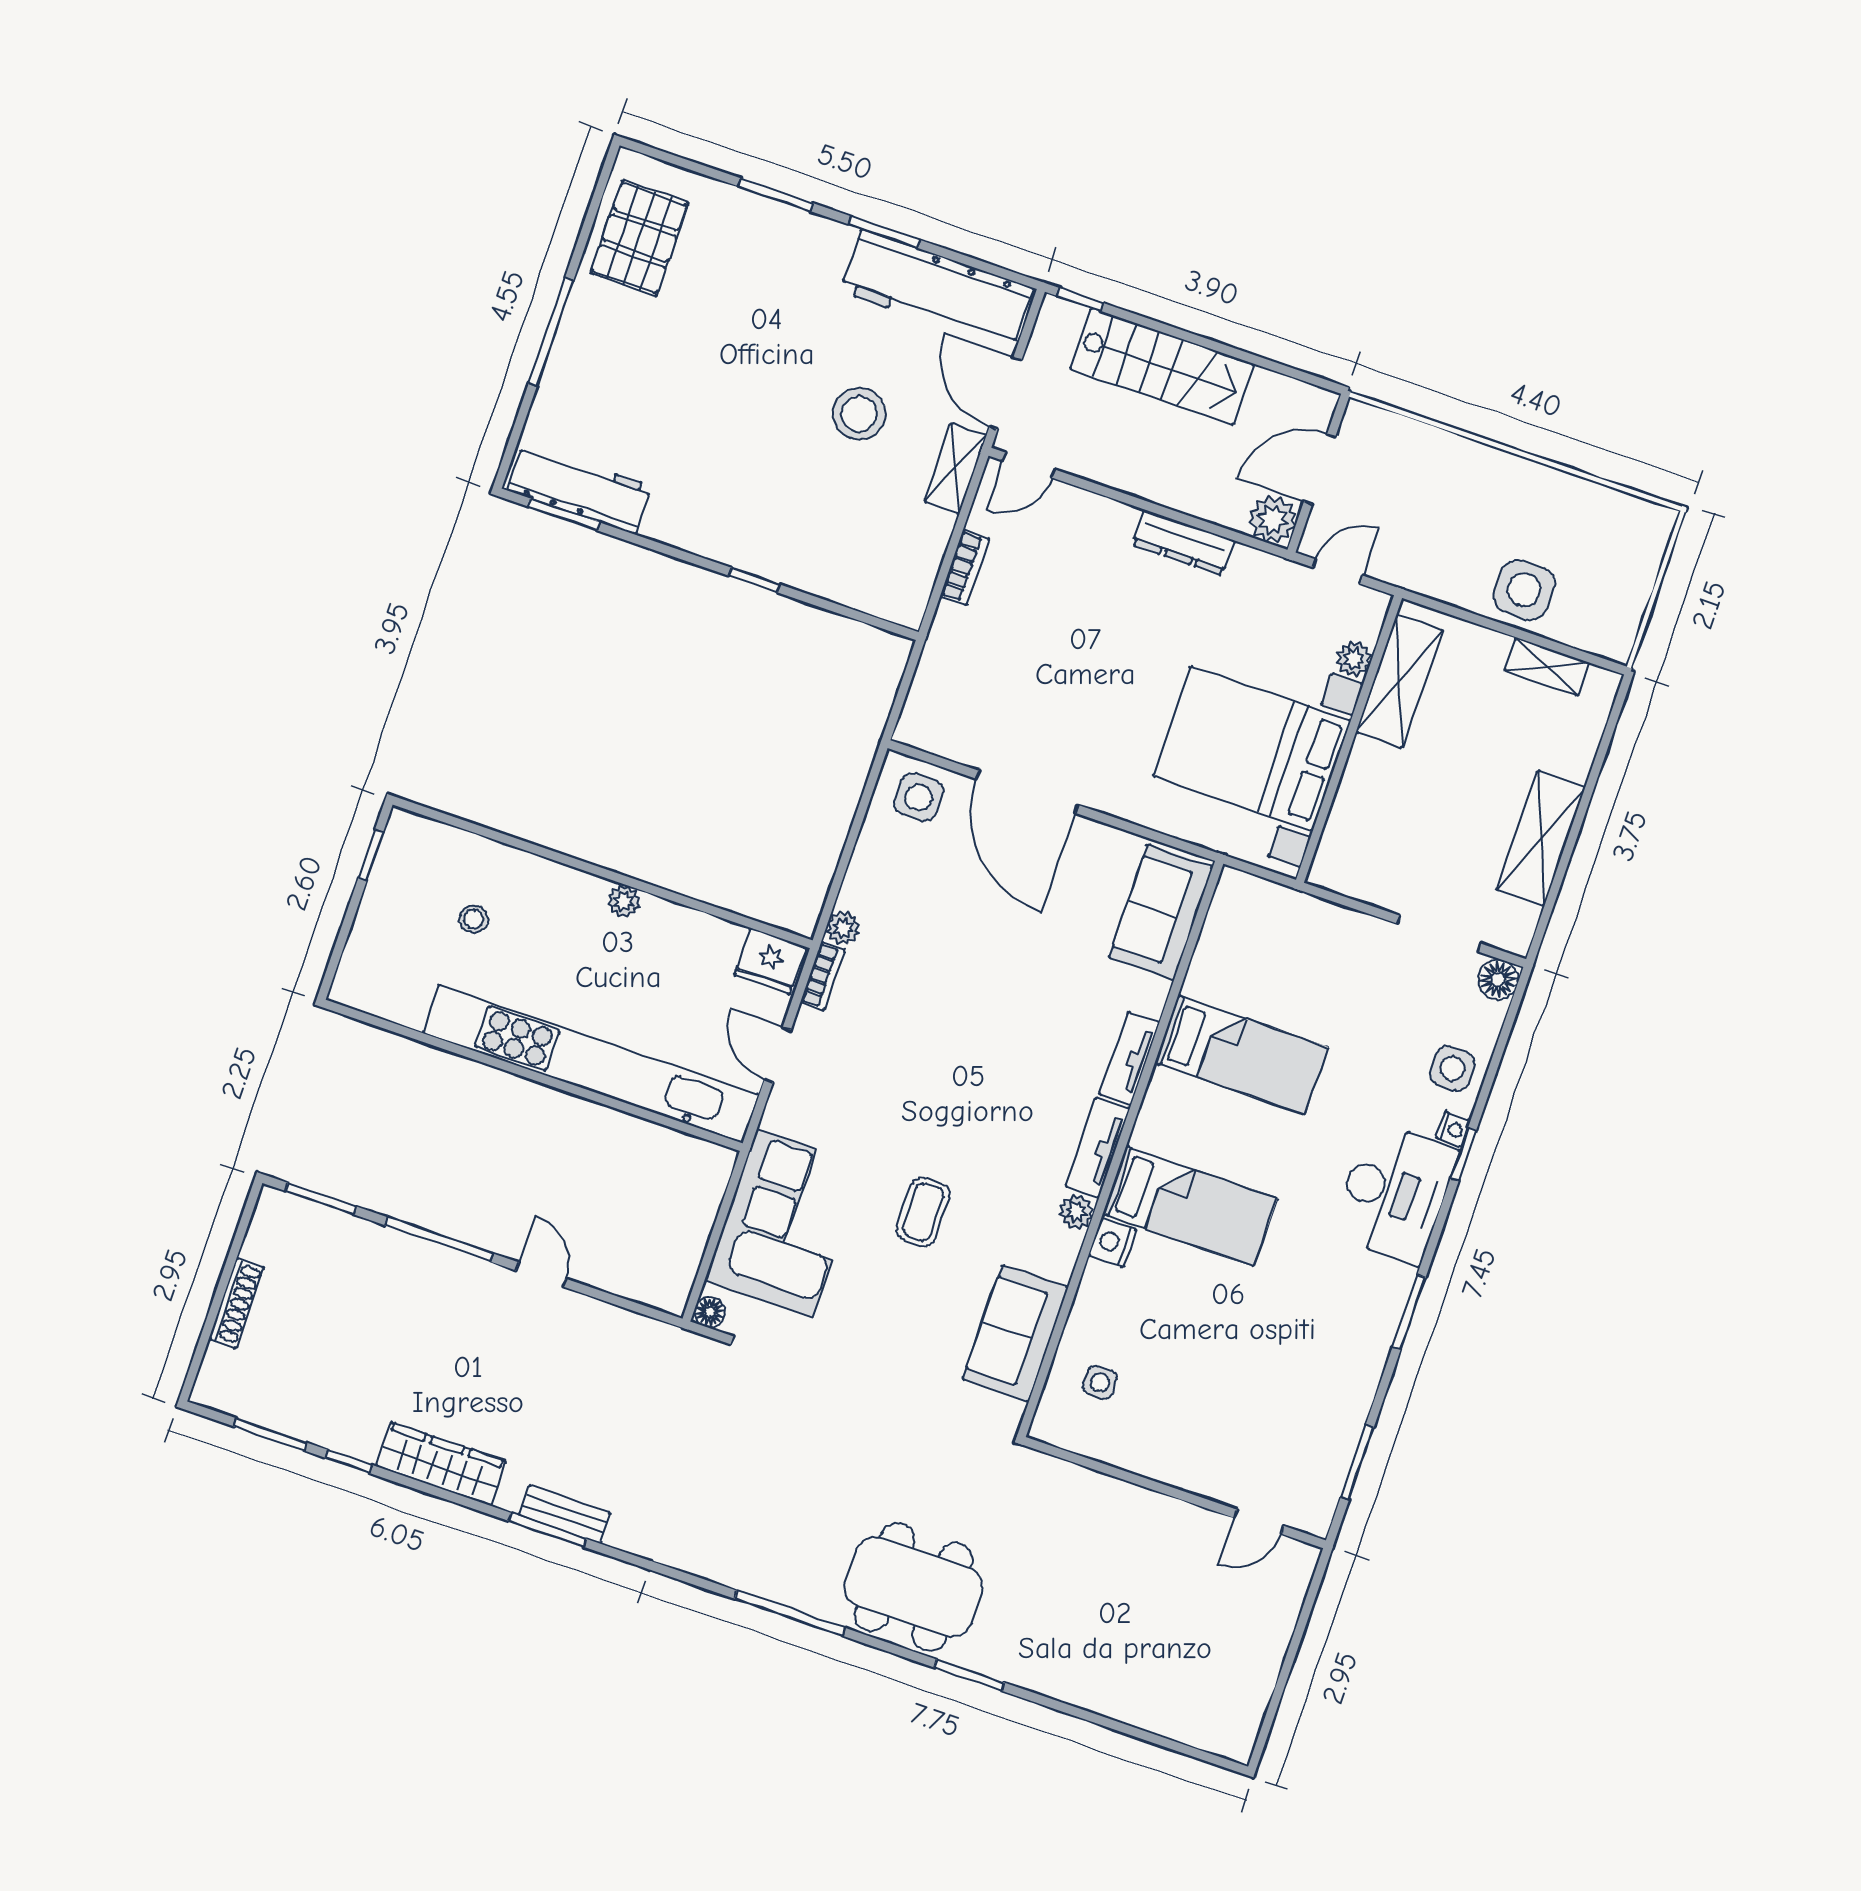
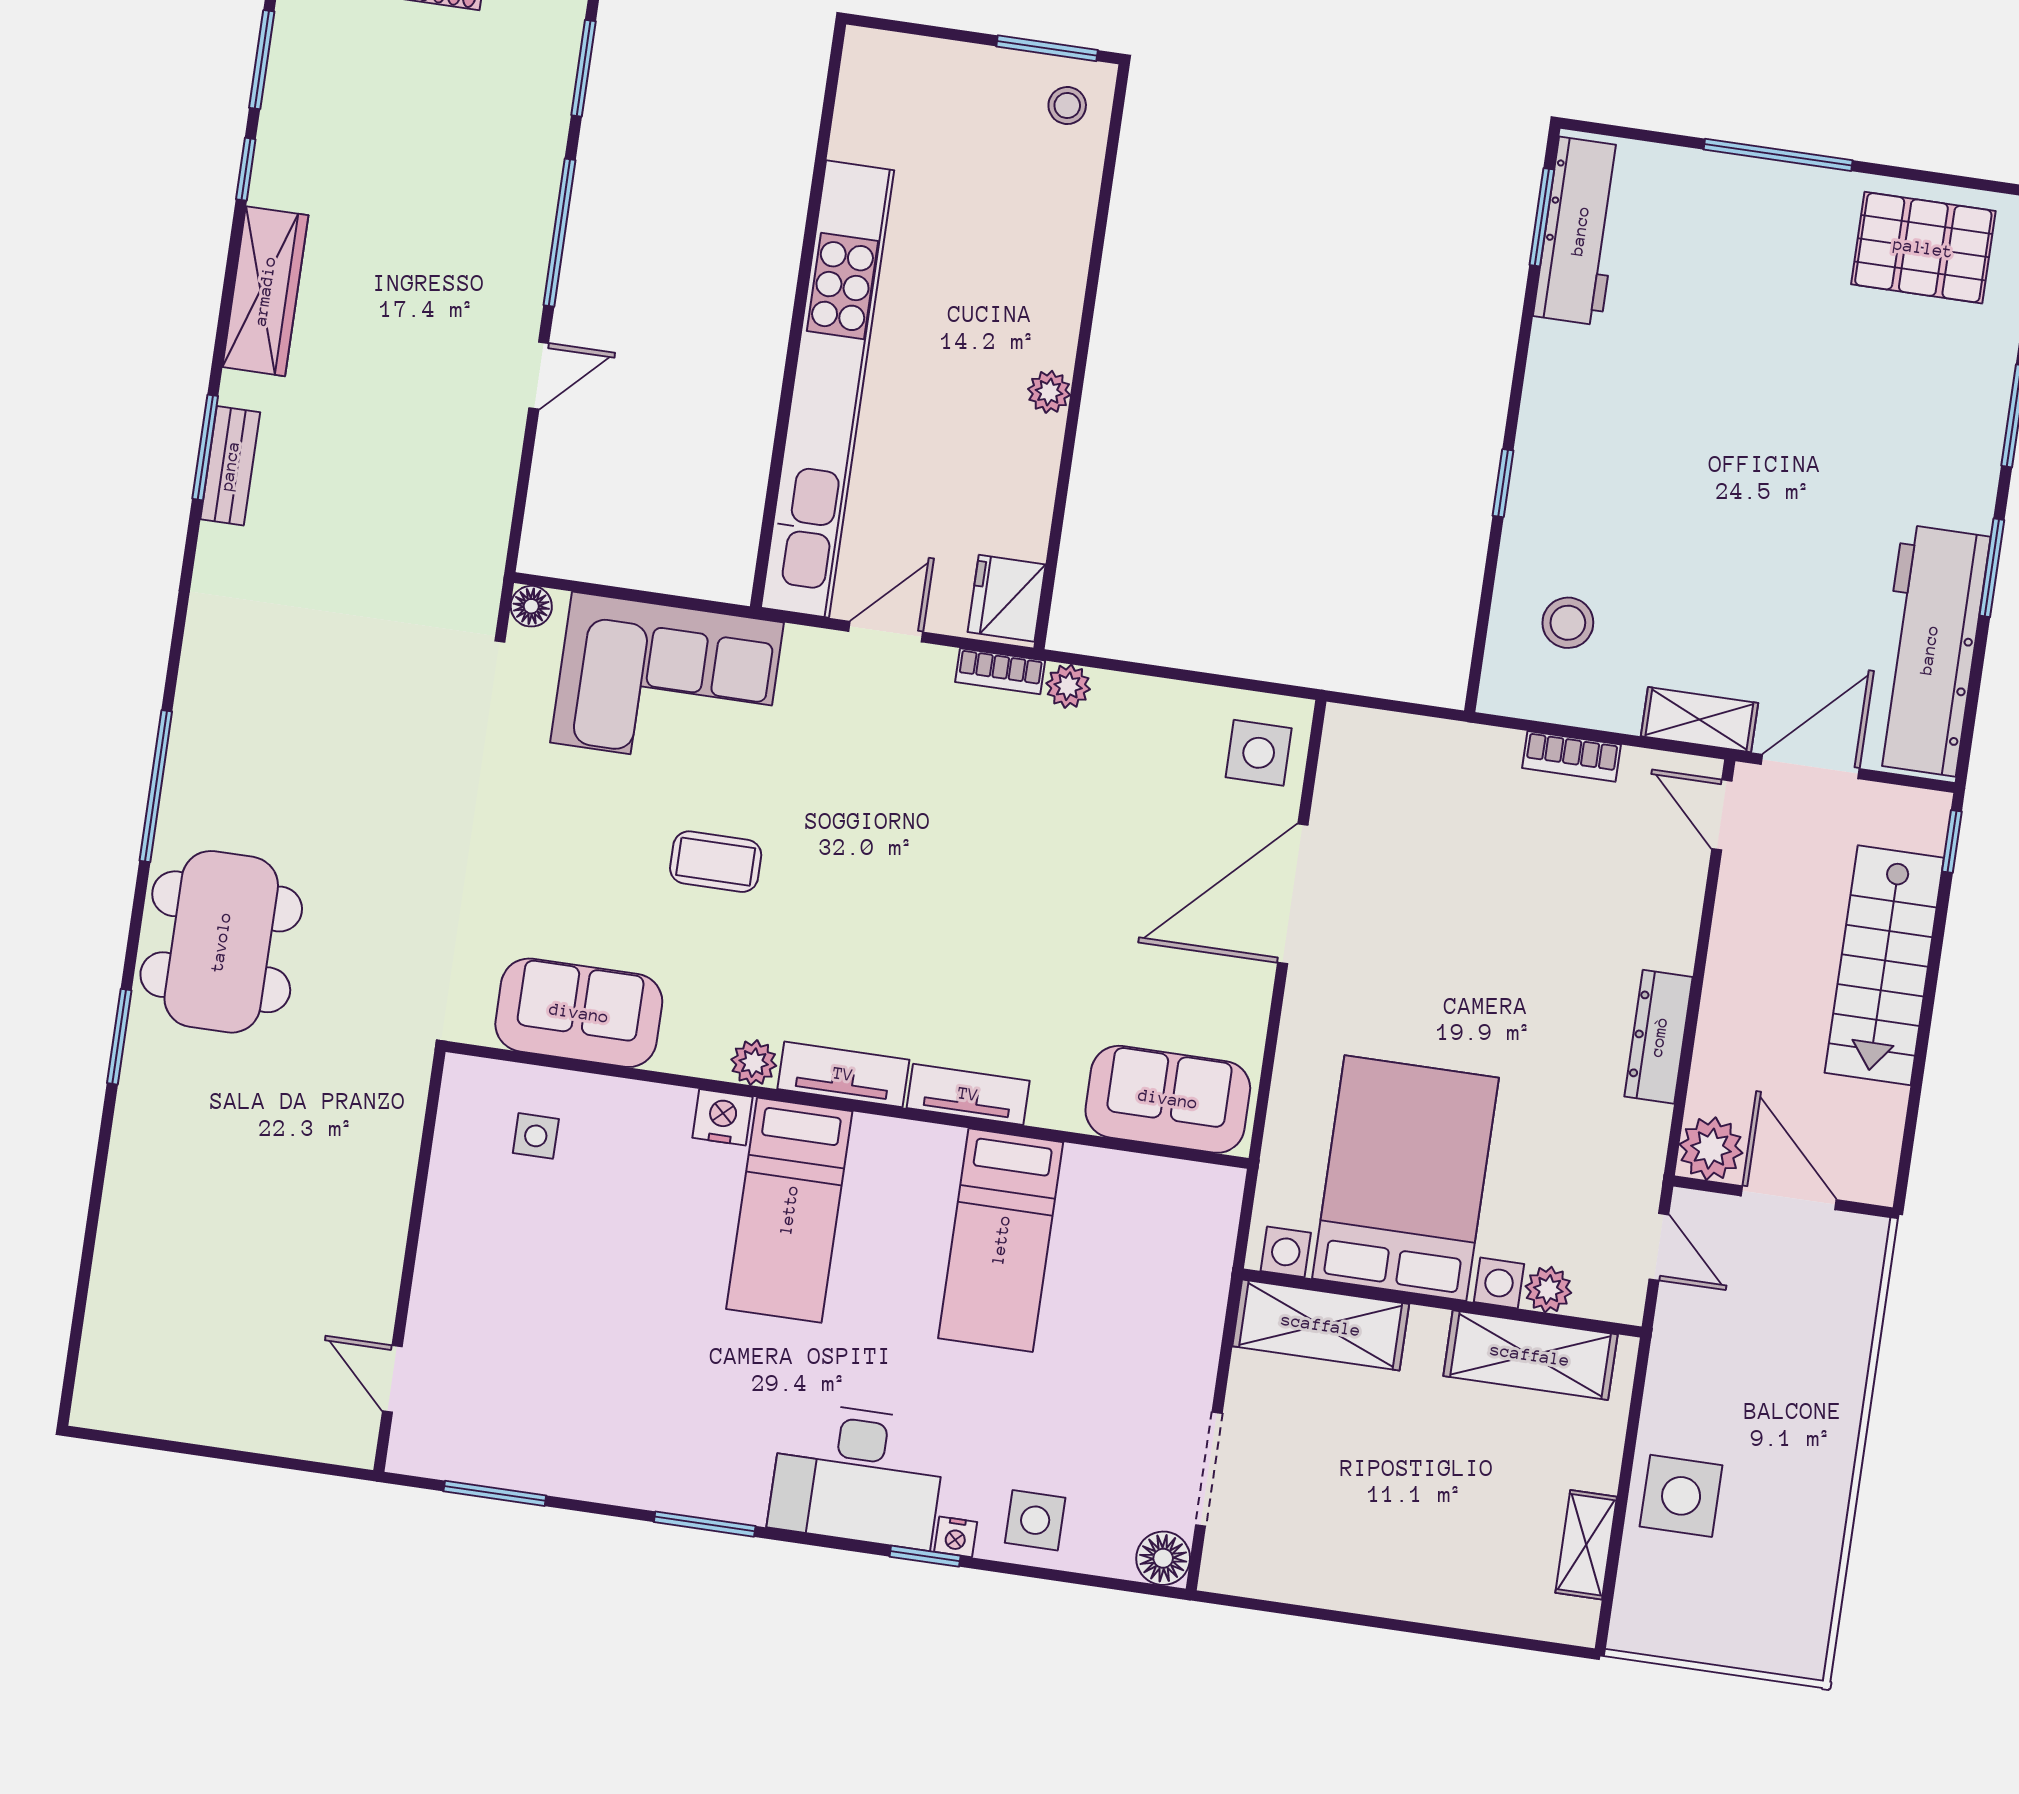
stool: (859, 414) -> (1568, 623), moved, width x0.73, depth x0.73
shelving: (1541, 838) -> (1321, 1325), moved
window: (371, 855) -> (1047, 48), width x1.50
stool: (474, 919) -> (1067, 106), moved

